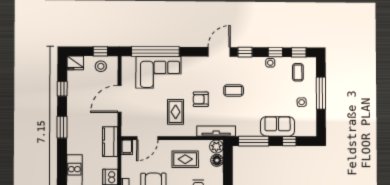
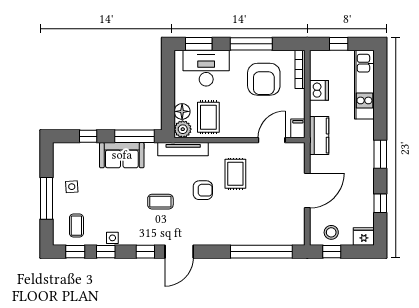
corner sofa: (159, 72) -> (257, 225), removed
sofa: (278, 126) -> (122, 155), moved
rug: (185, 159) -> (208, 117), moved, turned 90

